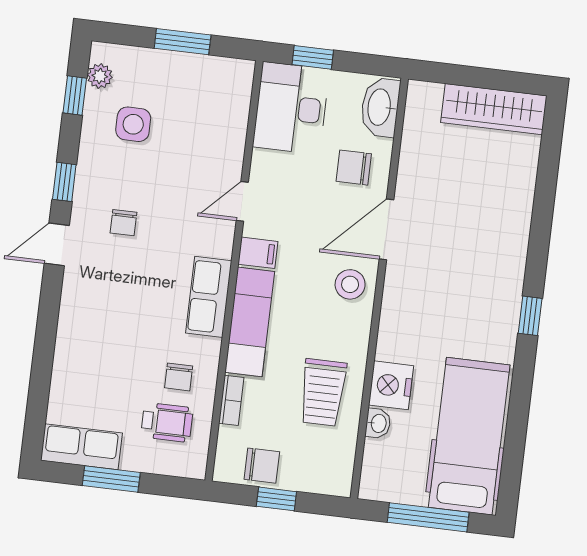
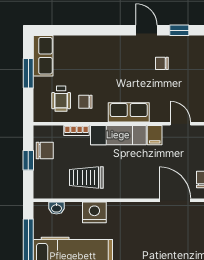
stool: (350, 284) -> (144, 185), removed
washbasin: (378, 423) -> (56, 208), moved
chair: (262, 466) -> (45, 150), turned -90

